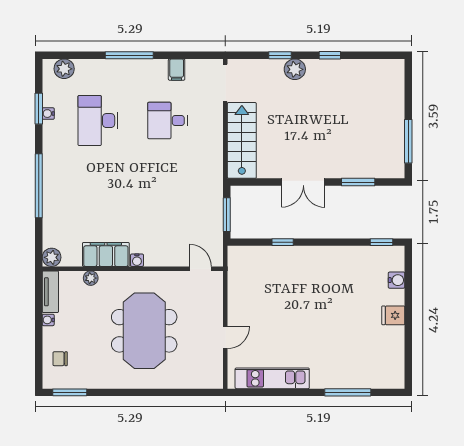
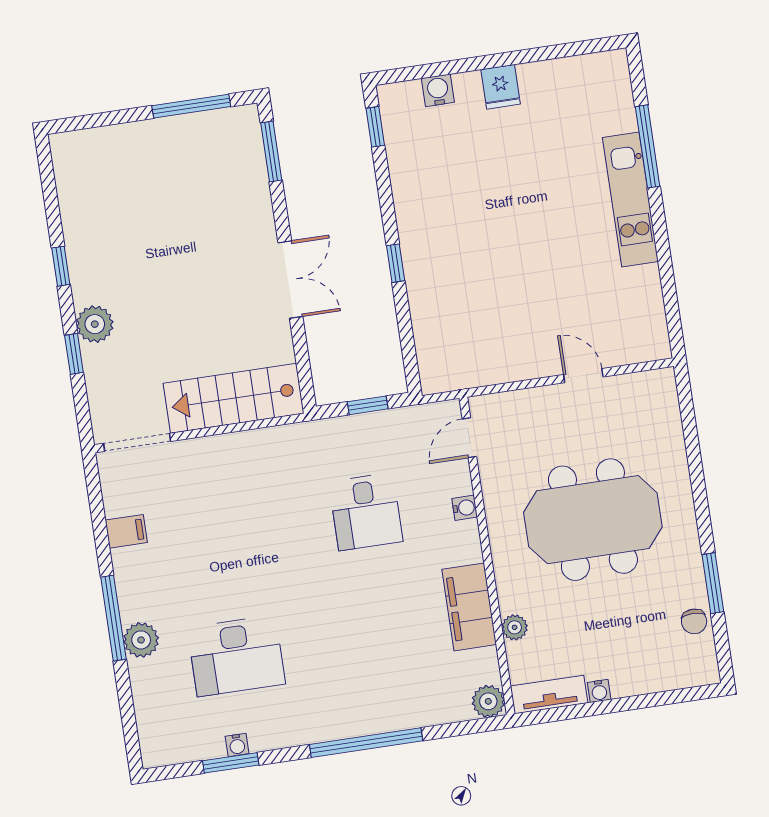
plant: (64, 69) -> (141, 640), moved
desk: (168, 121) -> (366, 512), moved
window: (358, 182) -> (271, 151), moved
window: (227, 215) -> (368, 405), width x0.67
window: (283, 242) -> (396, 263), moved
water cooler: (137, 260) -> (465, 508), moved
chair: (60, 359) -> (694, 621), moved
kitchen unit: (272, 378) -> (630, 200), moved
window: (70, 392) -> (713, 583), moved

